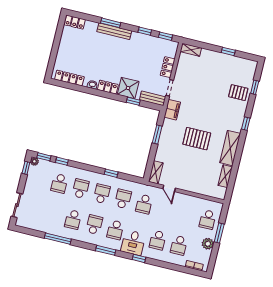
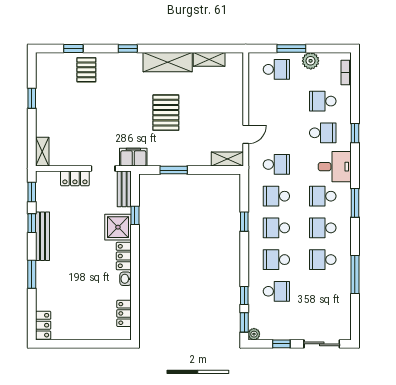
bench: (114, 31) -> (43, 236), moved
locker: (69, 78) -> (124, 313), width x0.66
window: (26, 168) -> (281, 344), moved
school desk: (73, 220) -> (323, 260), turned 180
school desk: (115, 230) -> (323, 196), turned 180
school desk: (179, 245) -> (323, 101), turned 180
window: (139, 258) -> (355, 133), moved

